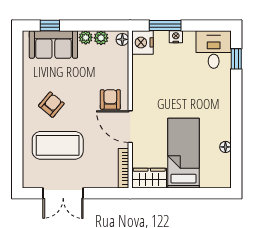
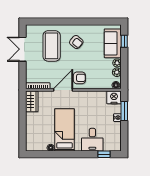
desk: (214, 50) -> (92, 140), moved, turned 90
bed: (183, 153) -> (65, 130), moved, turned -90

